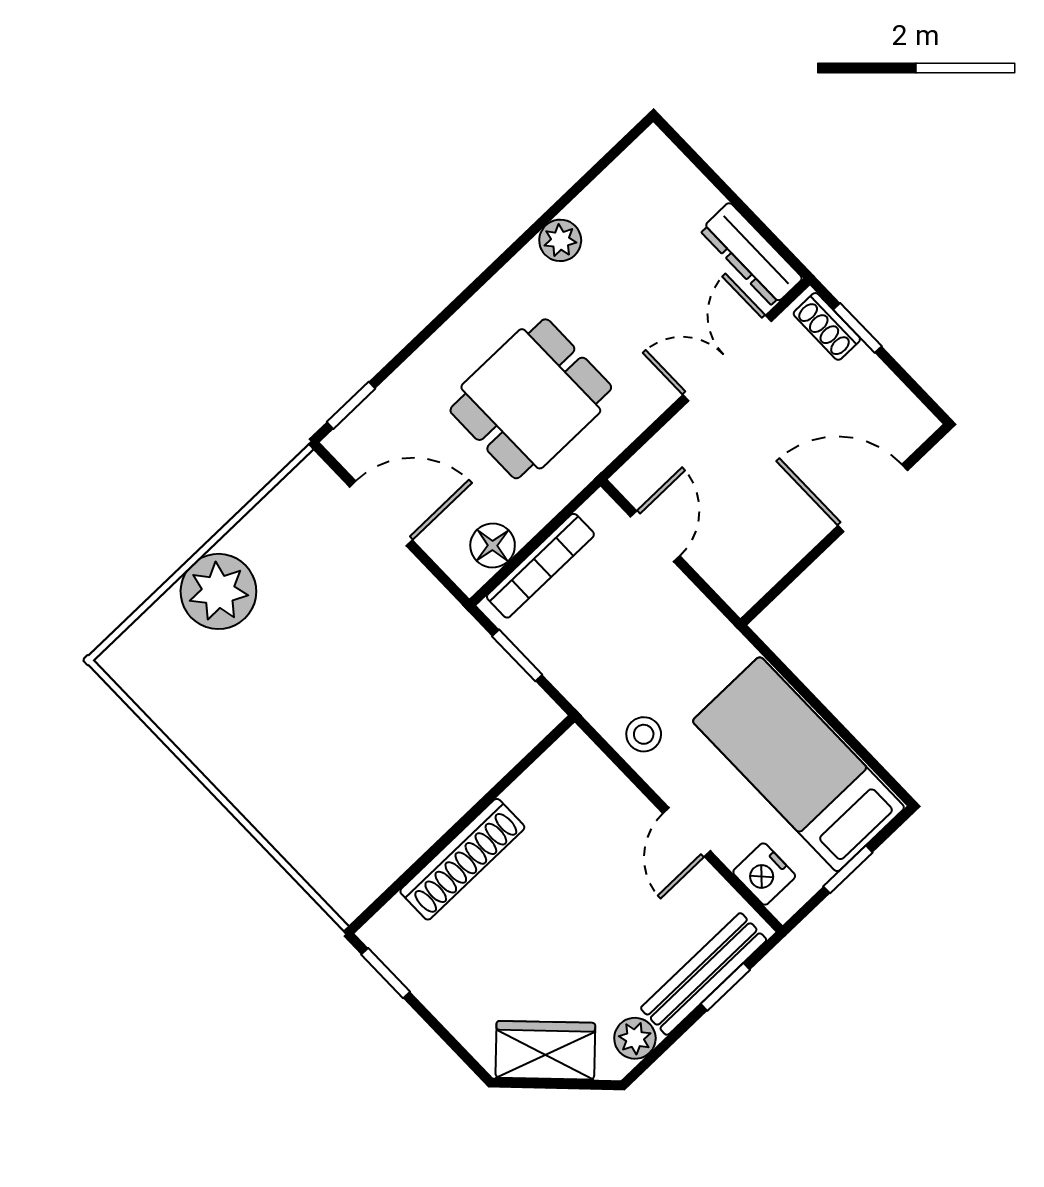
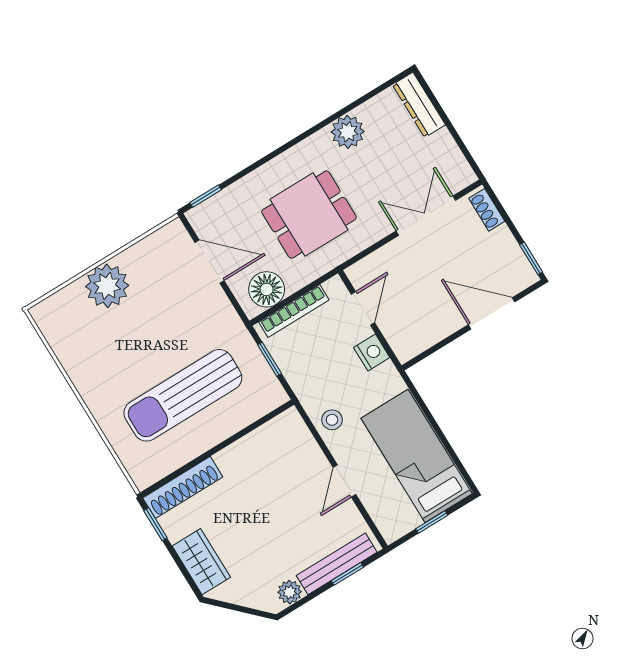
plant: (560, 240) -> (348, 132), width x1.38, depth x1.38
dresser: (751, 254) -> (419, 105), moved
window: (857, 328) -> (531, 258), moved
floor lamp: (493, 546) -> (267, 289), width x1.38, depth x1.38
sun lounger: (385, 747) -> (183, 395), added
shoe rack: (462, 859) -> (183, 487), moved
nightstand: (764, 874) -> (372, 352), moved, turned 180
wardrobe: (545, 1050) -> (201, 562), moved, turned 45

